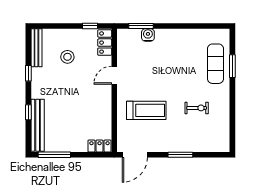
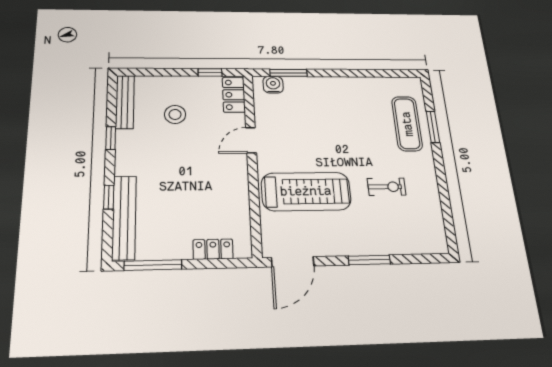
water cooler: (148, 35) -> (273, 85), moved
treadmill: (146, 110) -> (306, 191), width x1.37, depth x1.37
locker: (100, 146) -> (213, 249), moved

